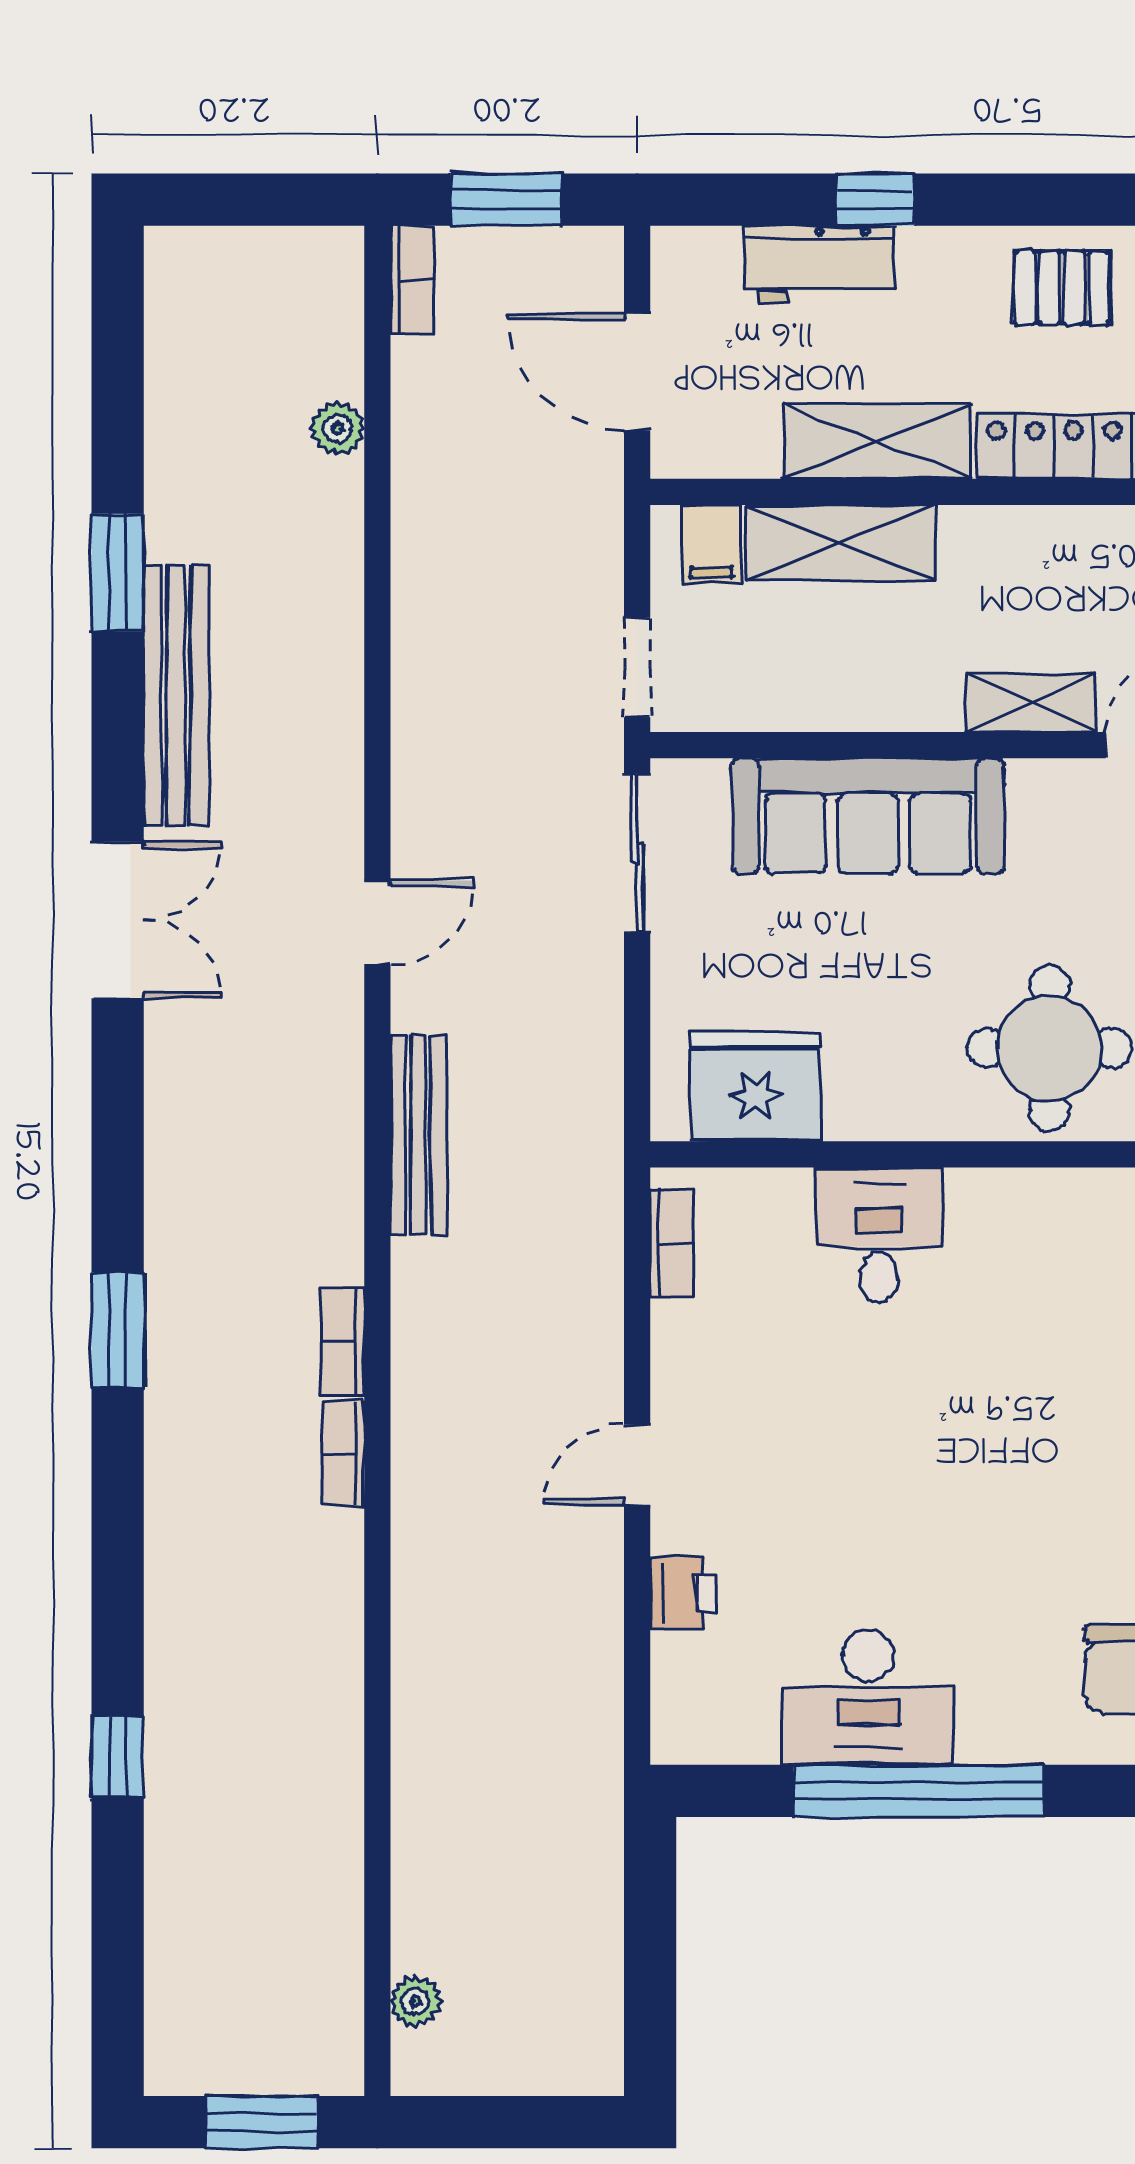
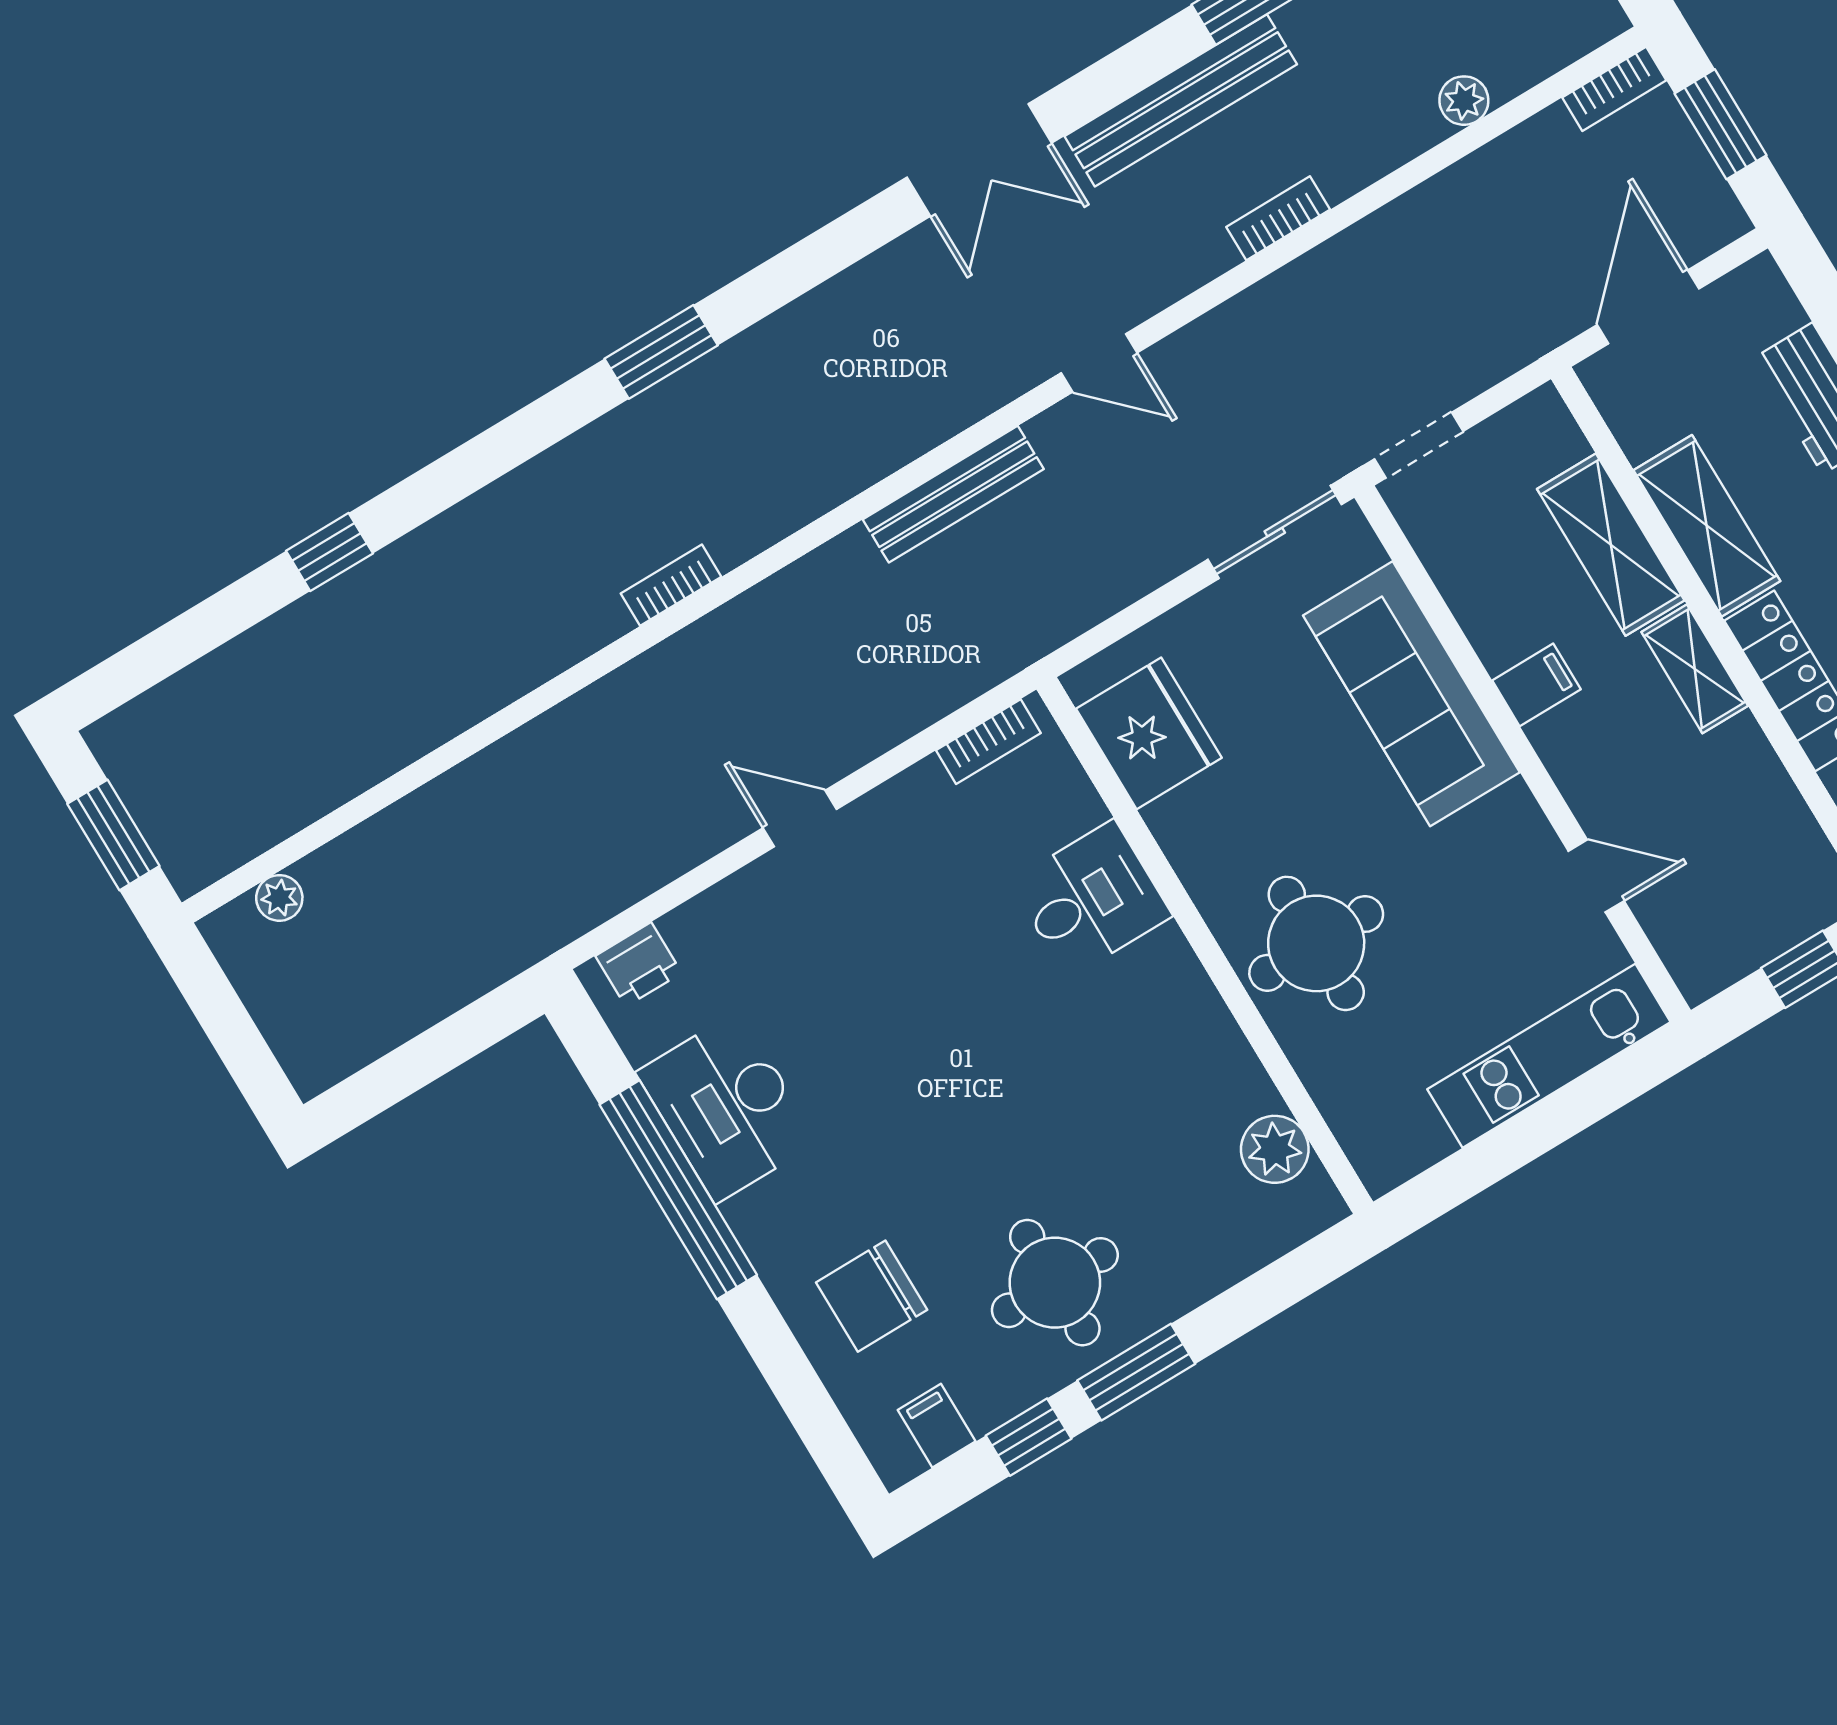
filing cabinet: (711, 544) -> (1536, 685), moved, turned 180
shelving: (1031, 703) -> (1695, 669), moved
bookcase: (343, 1342) -> (1278, 218), moved
printer: (683, 1593) -> (639, 964), moved

